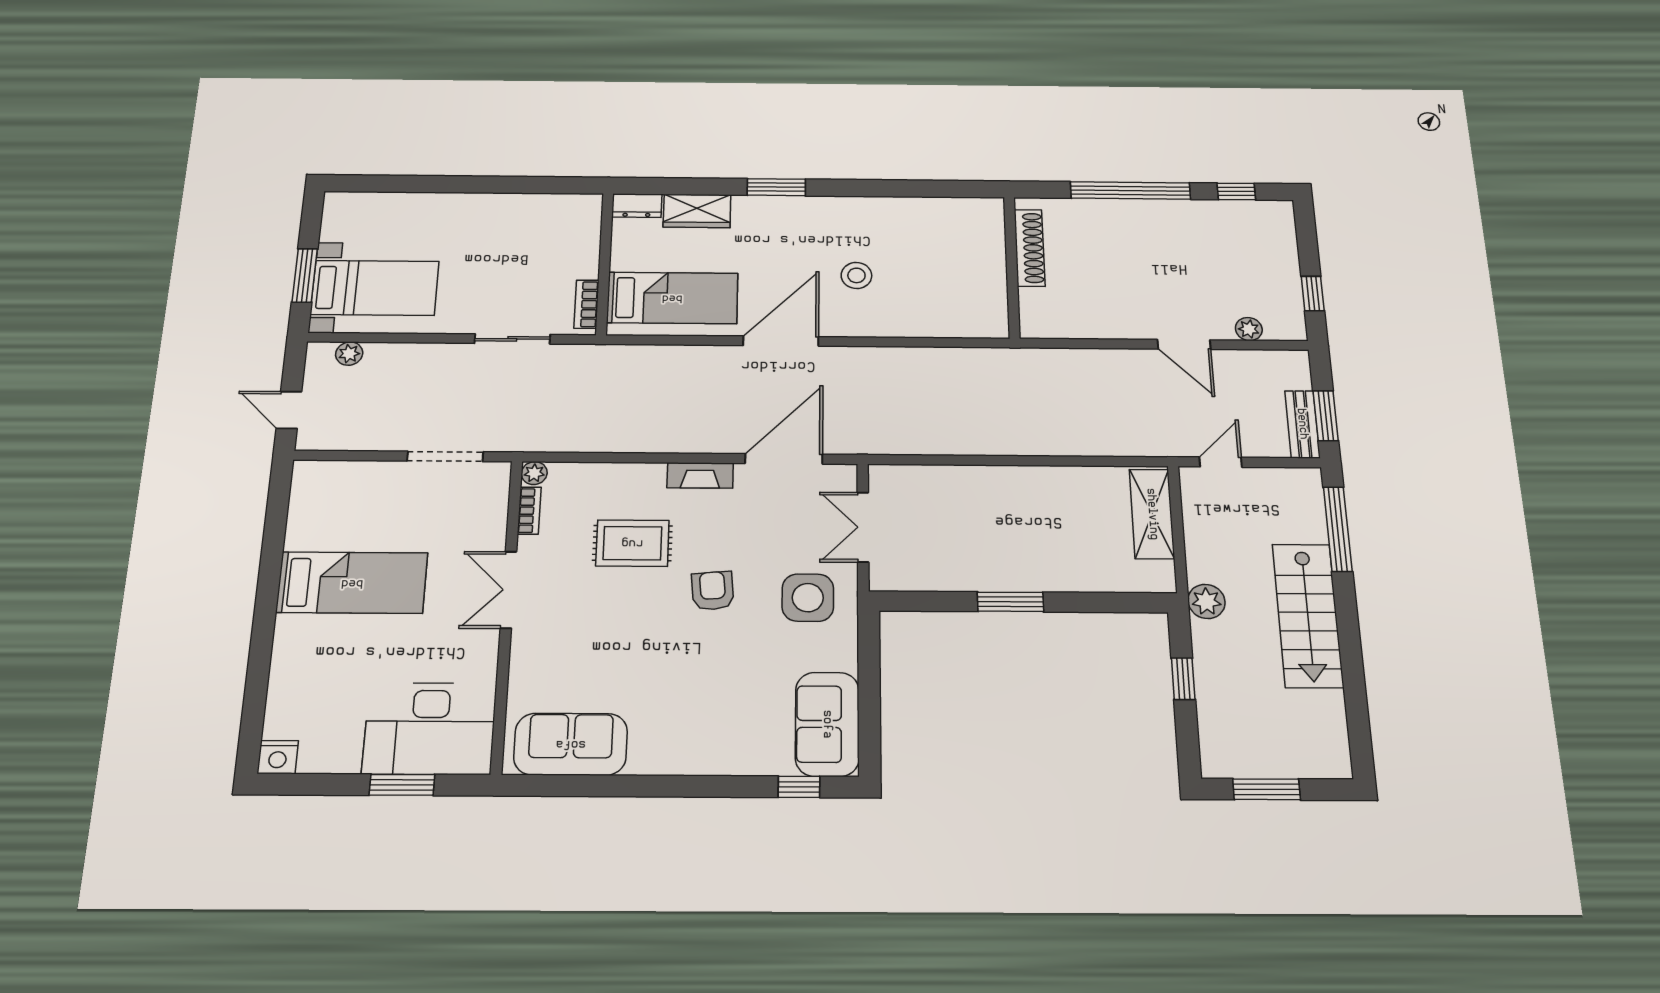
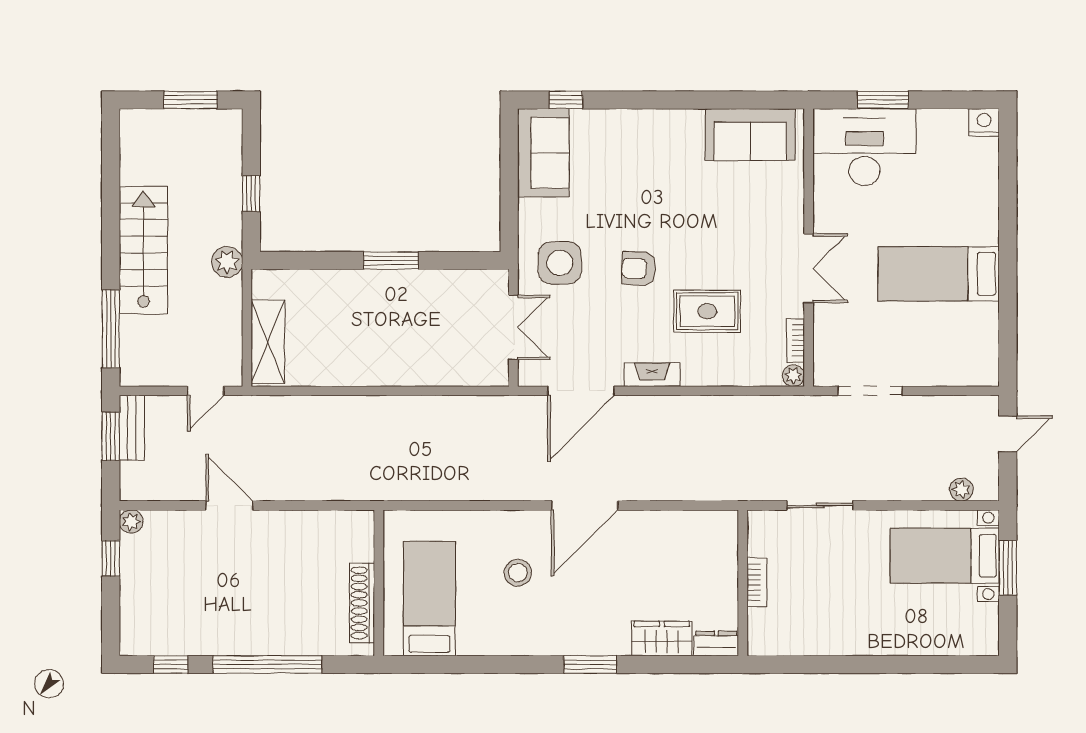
bed: (672, 298) -> (429, 599), moved, turned 90
bookcase: (586, 304) -> (757, 582), moved
plant: (1249, 329) -> (131, 522), moved
door: (289, 410) -> (1008, 434), hinge flipped
armchair: (713, 591) -> (639, 269), turned 98

